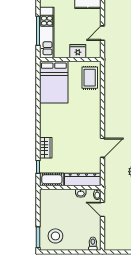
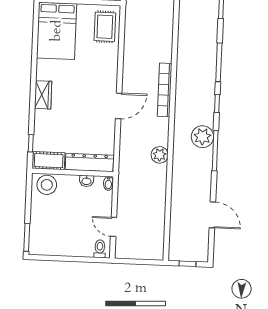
wardrobe: (46, 148) -> (43, 95), moved
door: (102, 148) -> (119, 106), moved
door: (102, 209) -> (114, 227), moved
stool: (55, 236) -> (47, 185), moved

